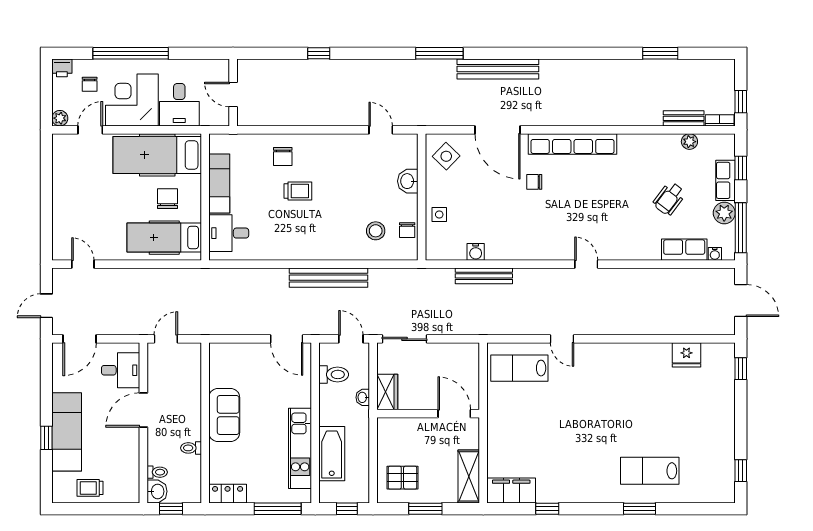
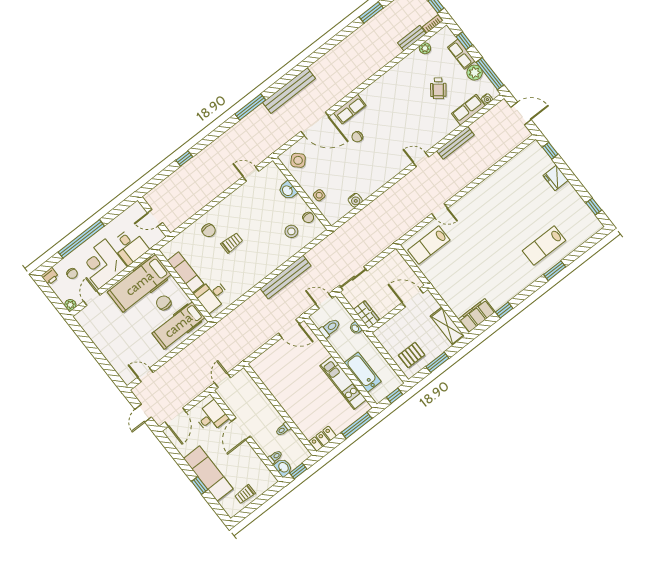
row of seats: (572, 144) -> (350, 109), width x0.50
bench: (484, 276) -> (455, 143), moved
fridge: (686, 355) -> (556, 178), moved, turned 90
sofa: (224, 415) -> (287, 397), removed

